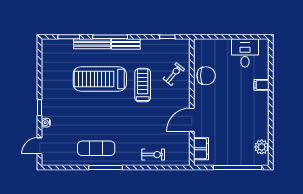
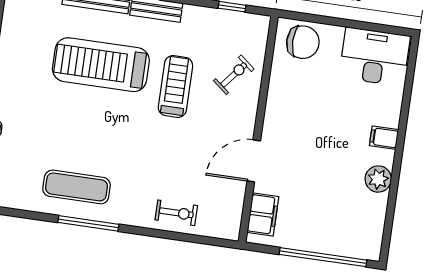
desk: (245, 53) -> (375, 57), width x1.37
chair: (206, 76) -> (303, 42), moved
filing cabinet: (262, 85) -> (384, 138), moved
plant: (262, 147) -> (378, 179), moved

